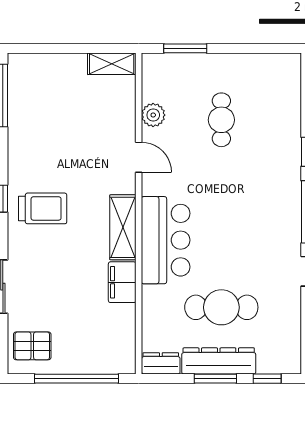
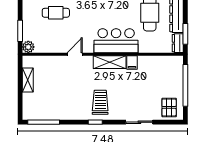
shelving: (112, 64) -> (28, 80), moved
plant: (153, 115) -> (28, 47), moved
filing cabinet: (122, 282) -> (132, 62), width x0.50
window: (215, 379) -> (185, 34), moved

